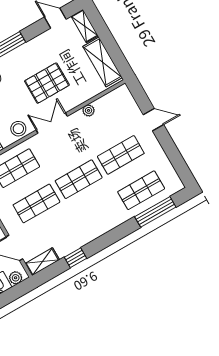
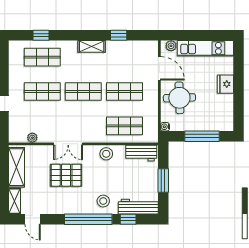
plant: (89, 110) -> (32, 138), moved
double door: (52, 123) -> (68, 144), moved
window: (155, 212) -> (41, 35), width x0.46
shelving: (42, 262) -> (92, 46), moved

